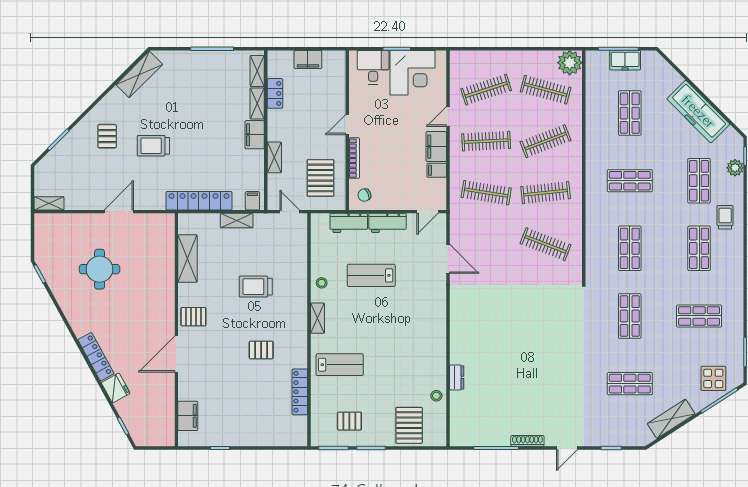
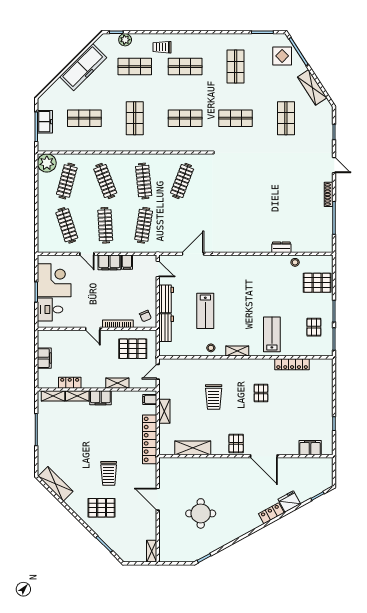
pallet: (107, 136) -> (102, 508), width x1.50, depth x1.42
locker: (96, 357) -> (271, 513), width x0.66

